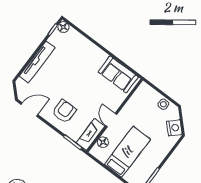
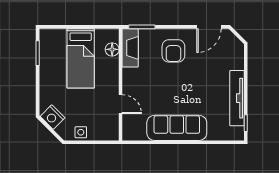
floor lamp: (63, 27) -> (237, 134), removed
tv unit: (37, 62) -> (237, 98), moved
sofa: (118, 74) -> (177, 128), moved, width x1.36
door: (111, 120) -> (121, 104), moved

